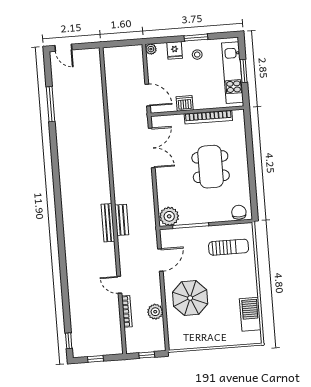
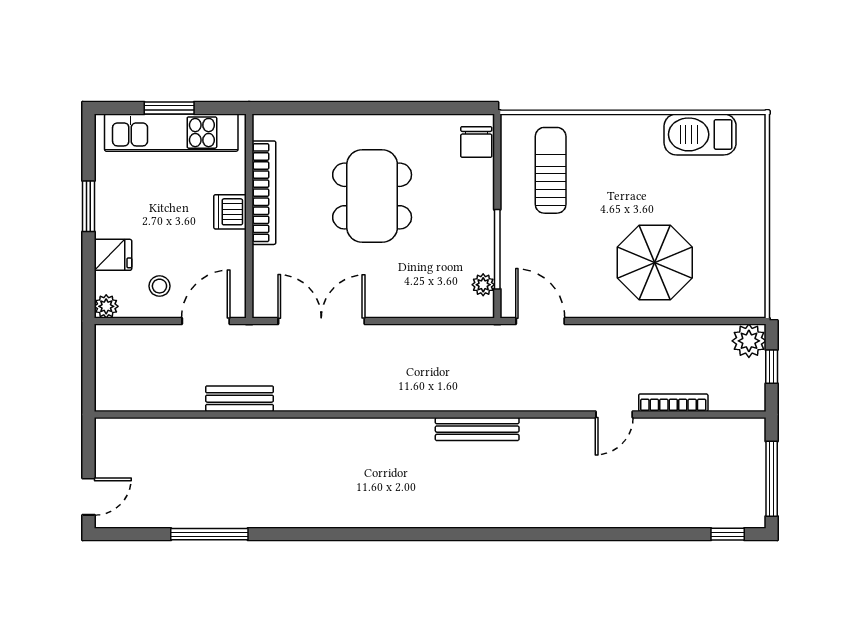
stool: (197, 55) -> (159, 286), moved
dishwasher: (185, 103) -> (230, 212), moved
dining table: (211, 167) -> (372, 196), turned 90
chair: (239, 212) -> (476, 142), turned -90
plant: (169, 216) -> (483, 285), width x0.53, depth x0.53
bench: (122, 220) -> (239, 399), moved
door: (160, 260) -> (540, 321), moved
plant: (155, 312) -> (749, 341), moved
window: (96, 359) -> (772, 479), width x2.17

